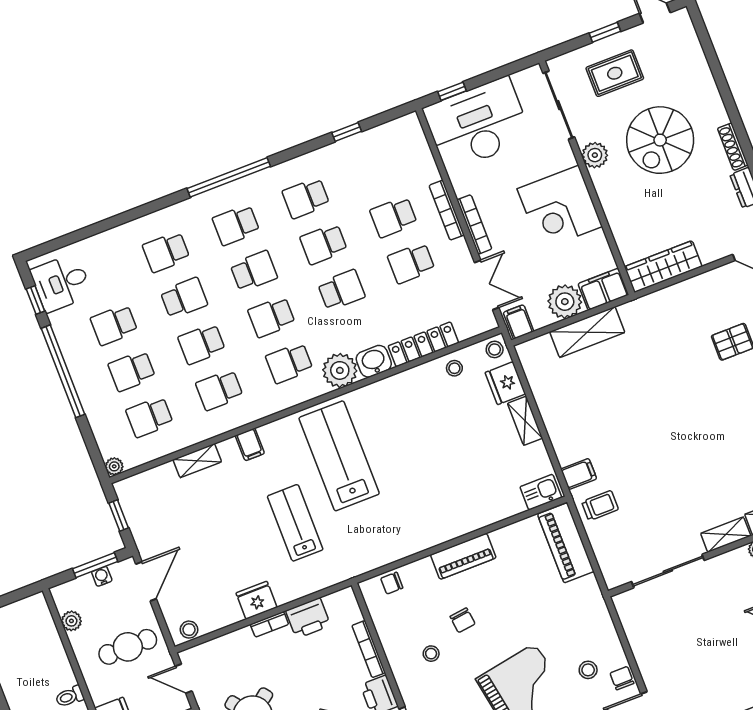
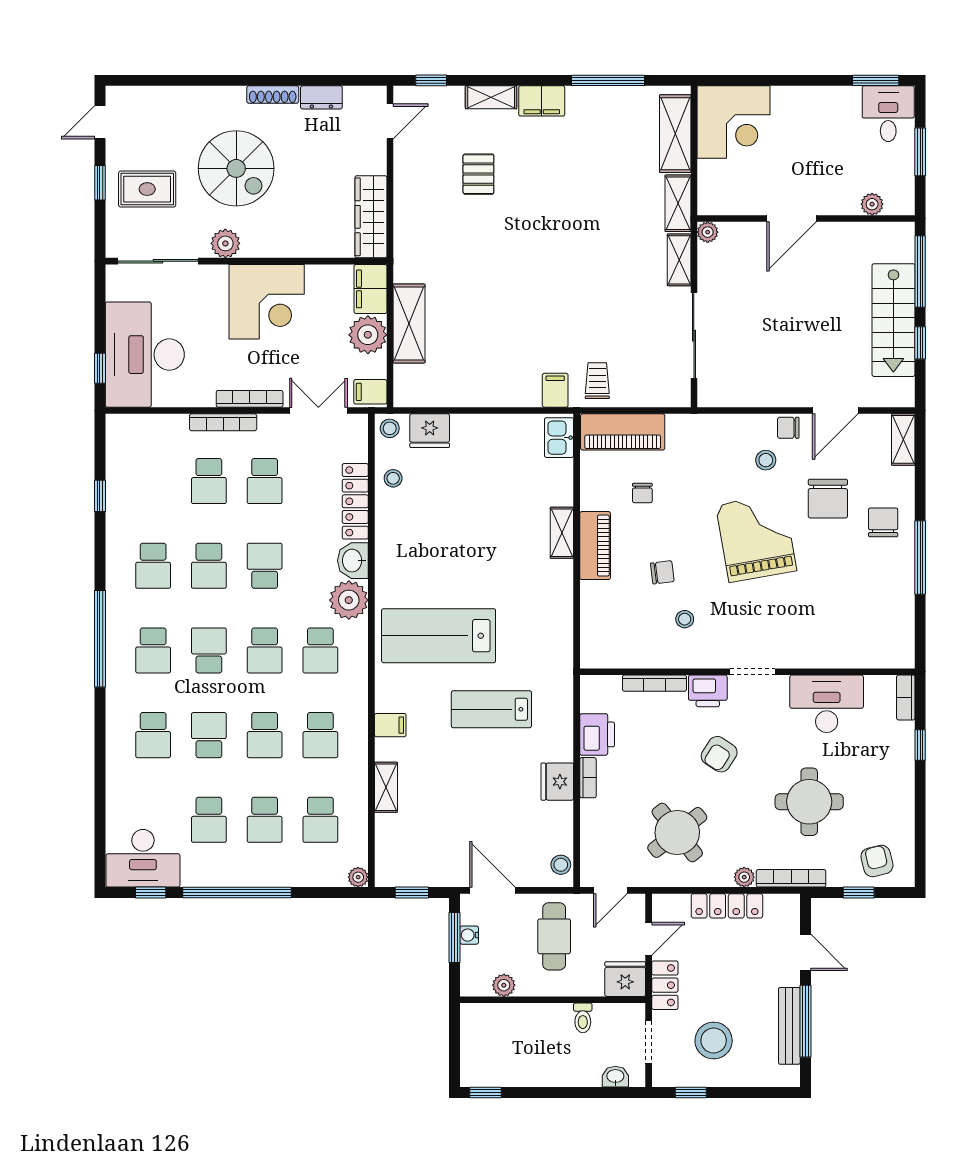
rug: (615, 73) -> (147, 189), turned 90
desk: (61, 283) -> (143, 858), width x1.37
shelving: (525, 421) -> (562, 533), moved, turned 90
chair: (392, 583) -> (642, 493), moved

